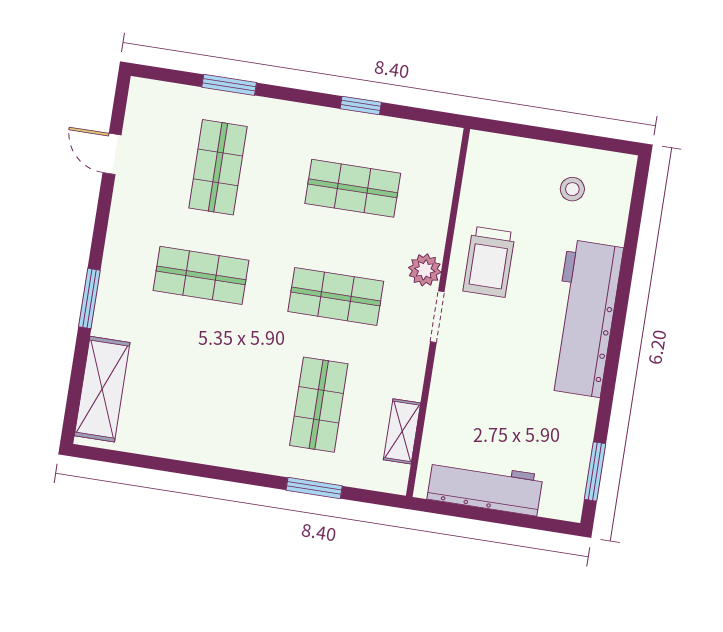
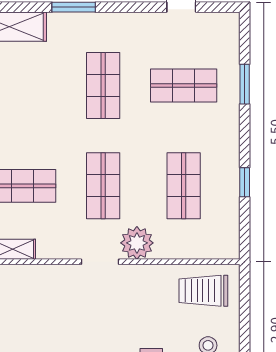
trolley: (489, 262) -> (203, 291), moved
plant: (425, 270) -> (137, 243), width x1.36, depth x1.36

